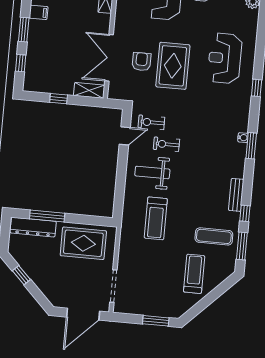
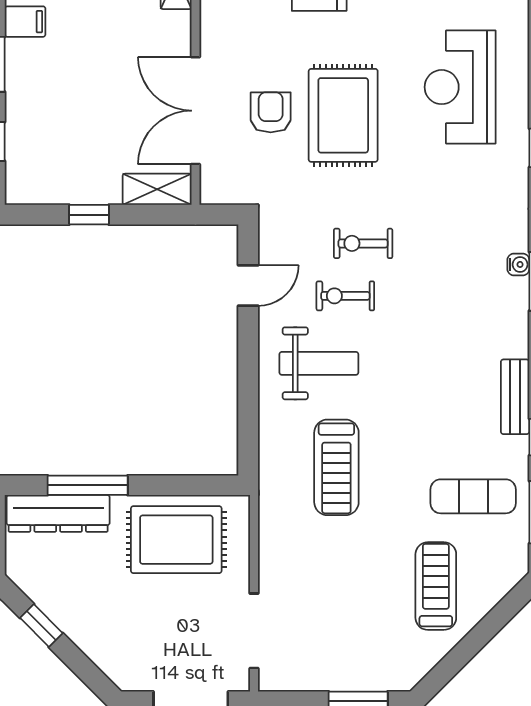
exercise bike: (151, 122) -> (363, 243), moved
weight bench: (152, 172) -> (319, 363), turned 180

